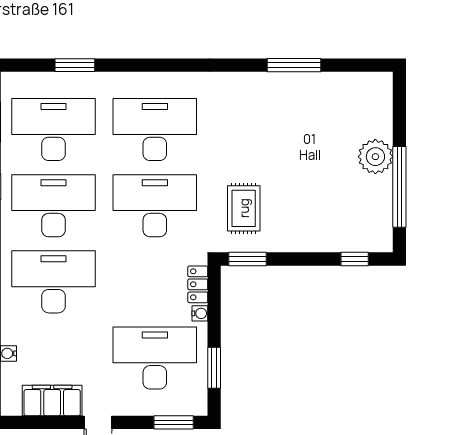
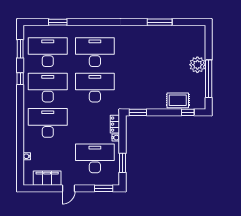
rug: (244, 208) -> (178, 100), moved, turned 90

